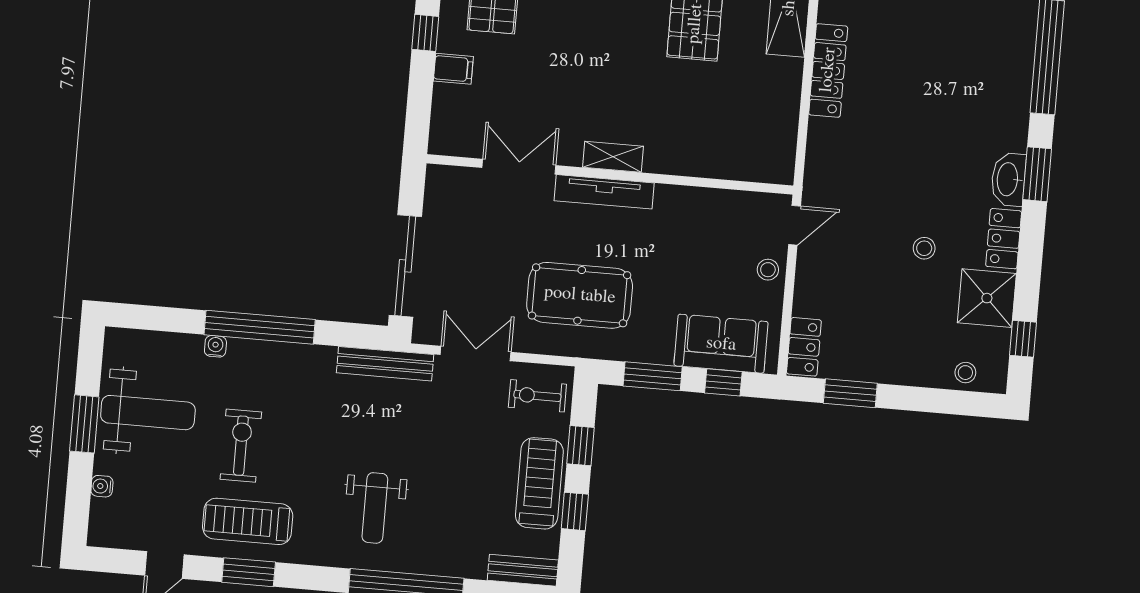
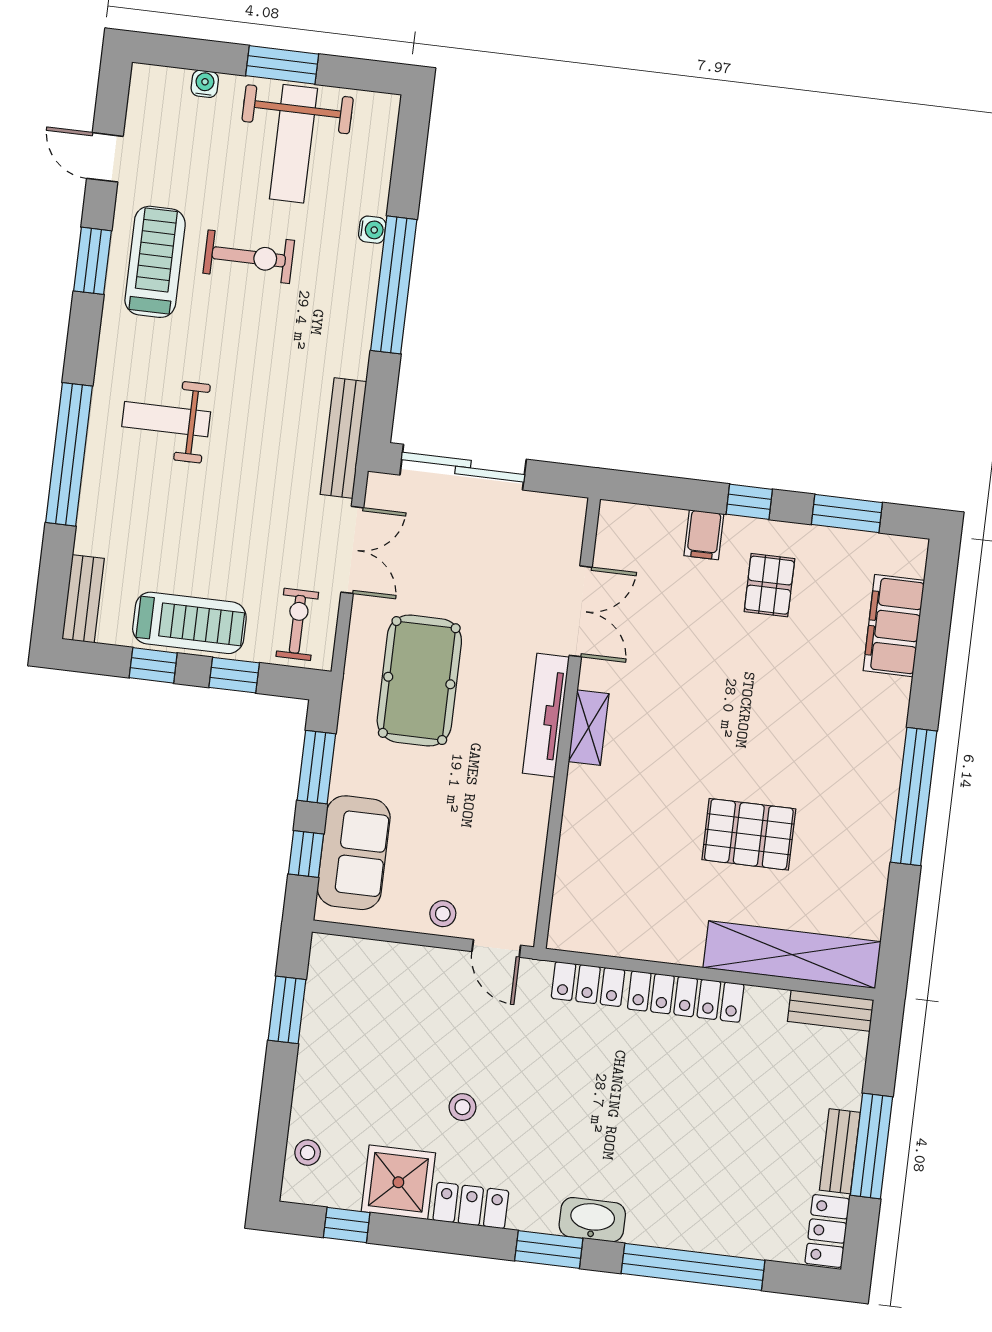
washbasin: (1008, 179) -> (592, 1220), moved
locker: (804, 347) -> (588, 984), moved

